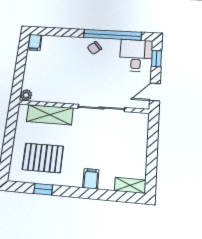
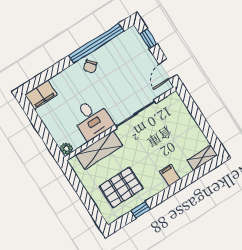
filing cabinet: (35, 42) -> (41, 95), width x2.00
desk: (136, 55) -> (92, 119), moved, turned 180

